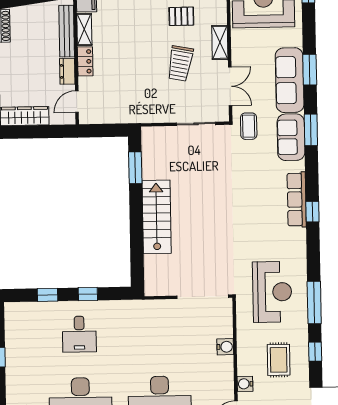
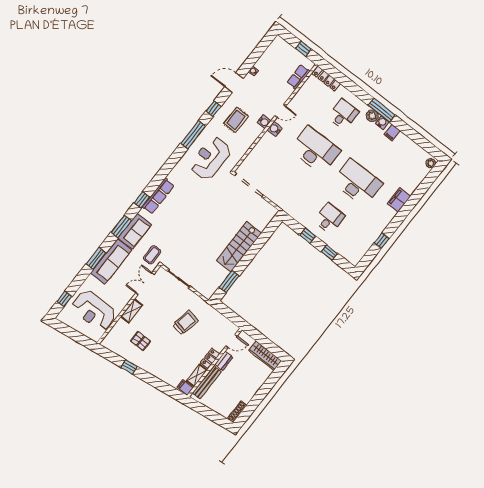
trolley: (180, 63) -> (185, 323), moved
window: (312, 212) -> (142, 200), moved
water cooler: (225, 347) -> (275, 129), moved

